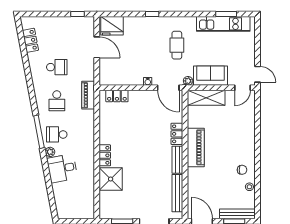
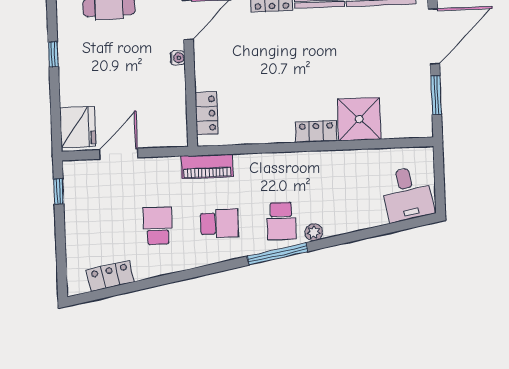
desk: (62, 168) -> (407, 194), moved

